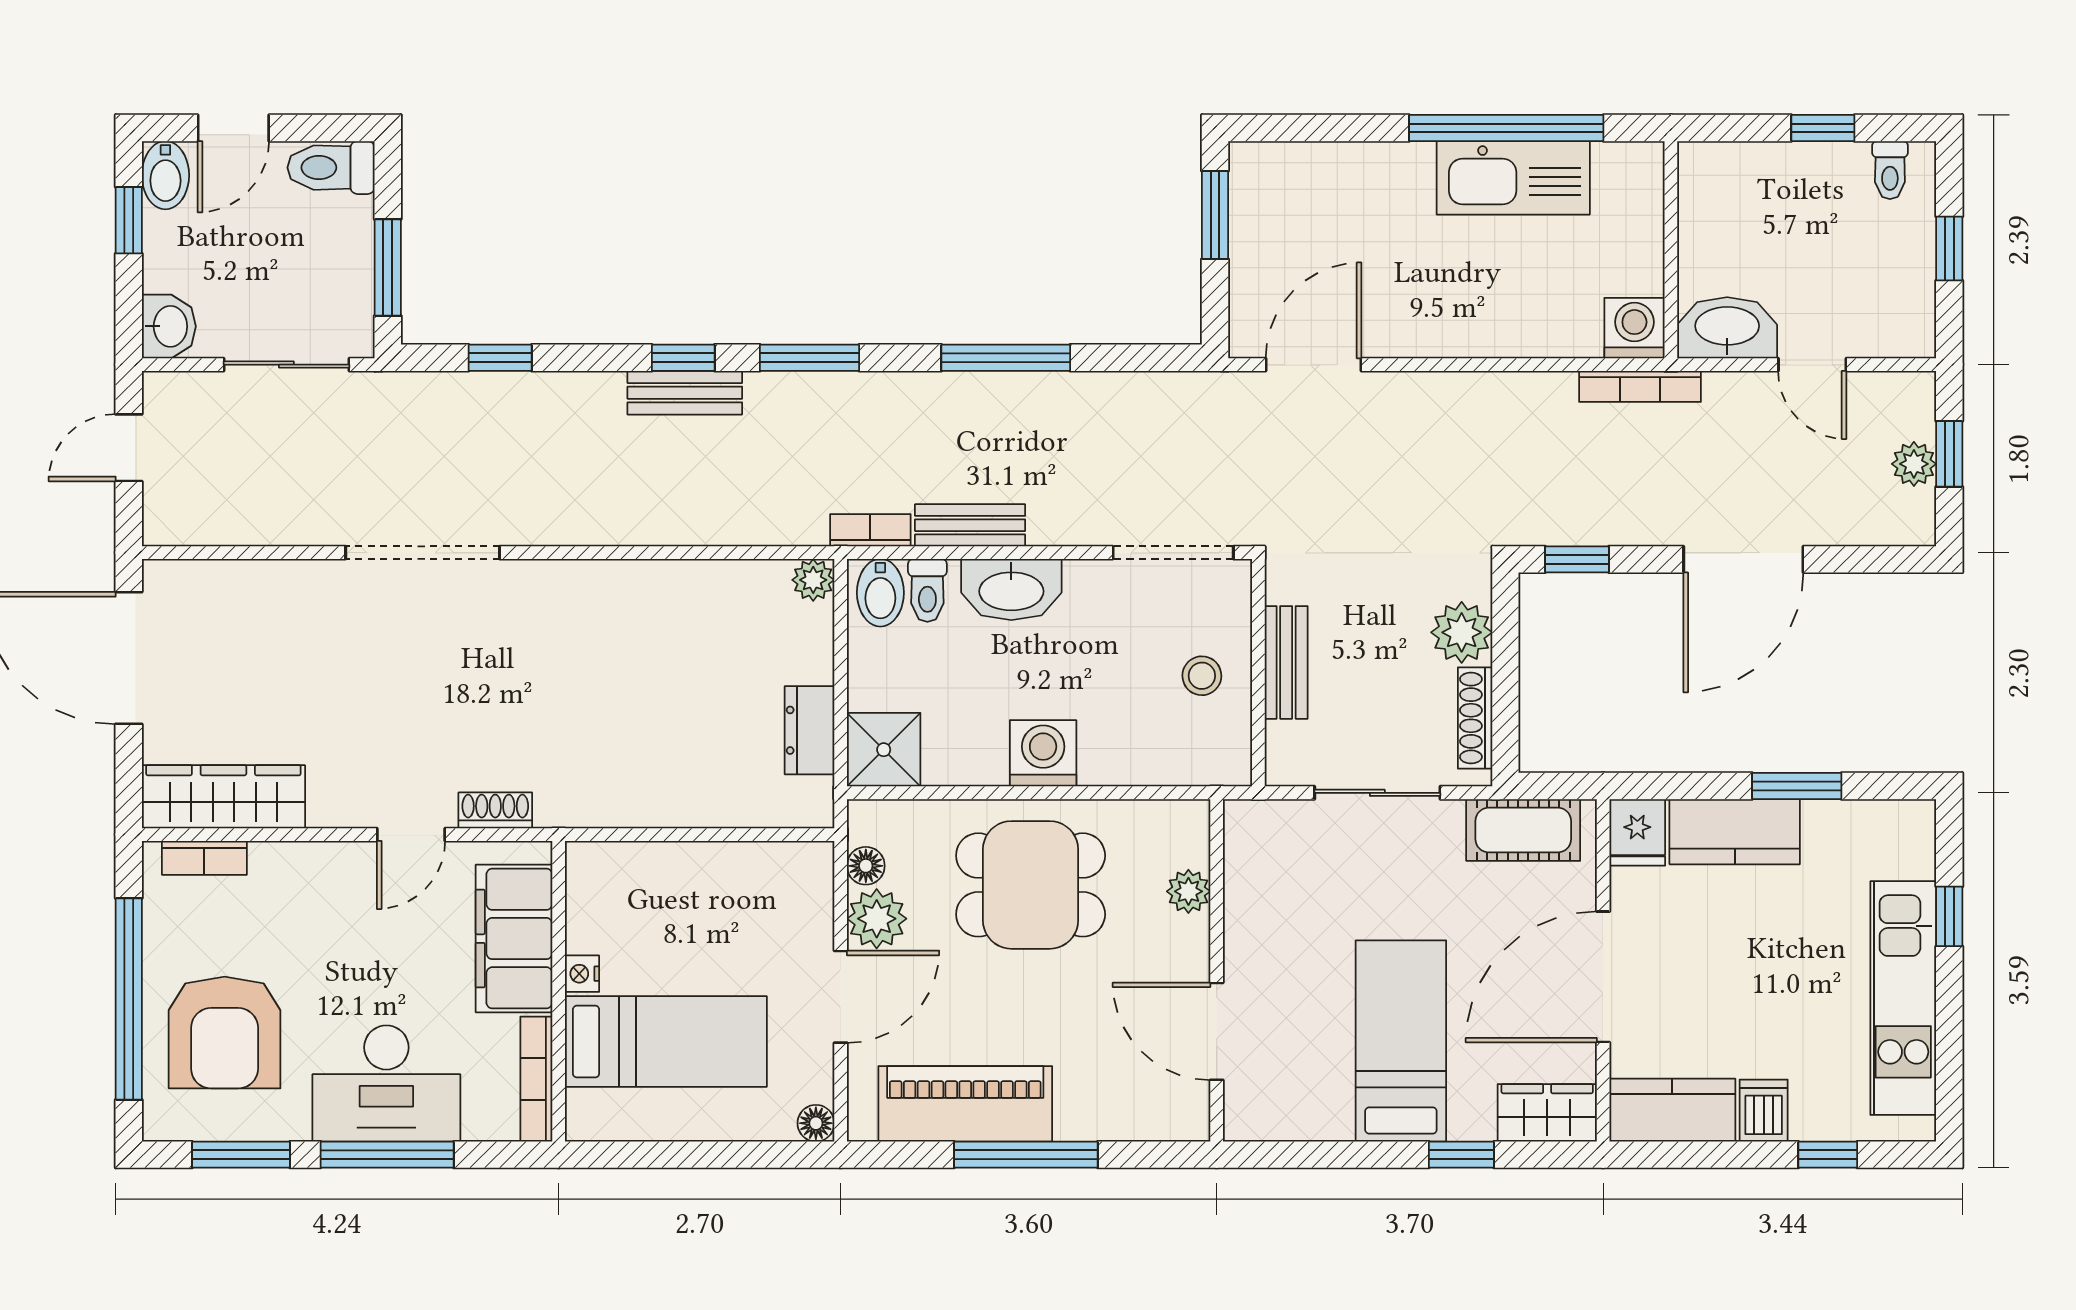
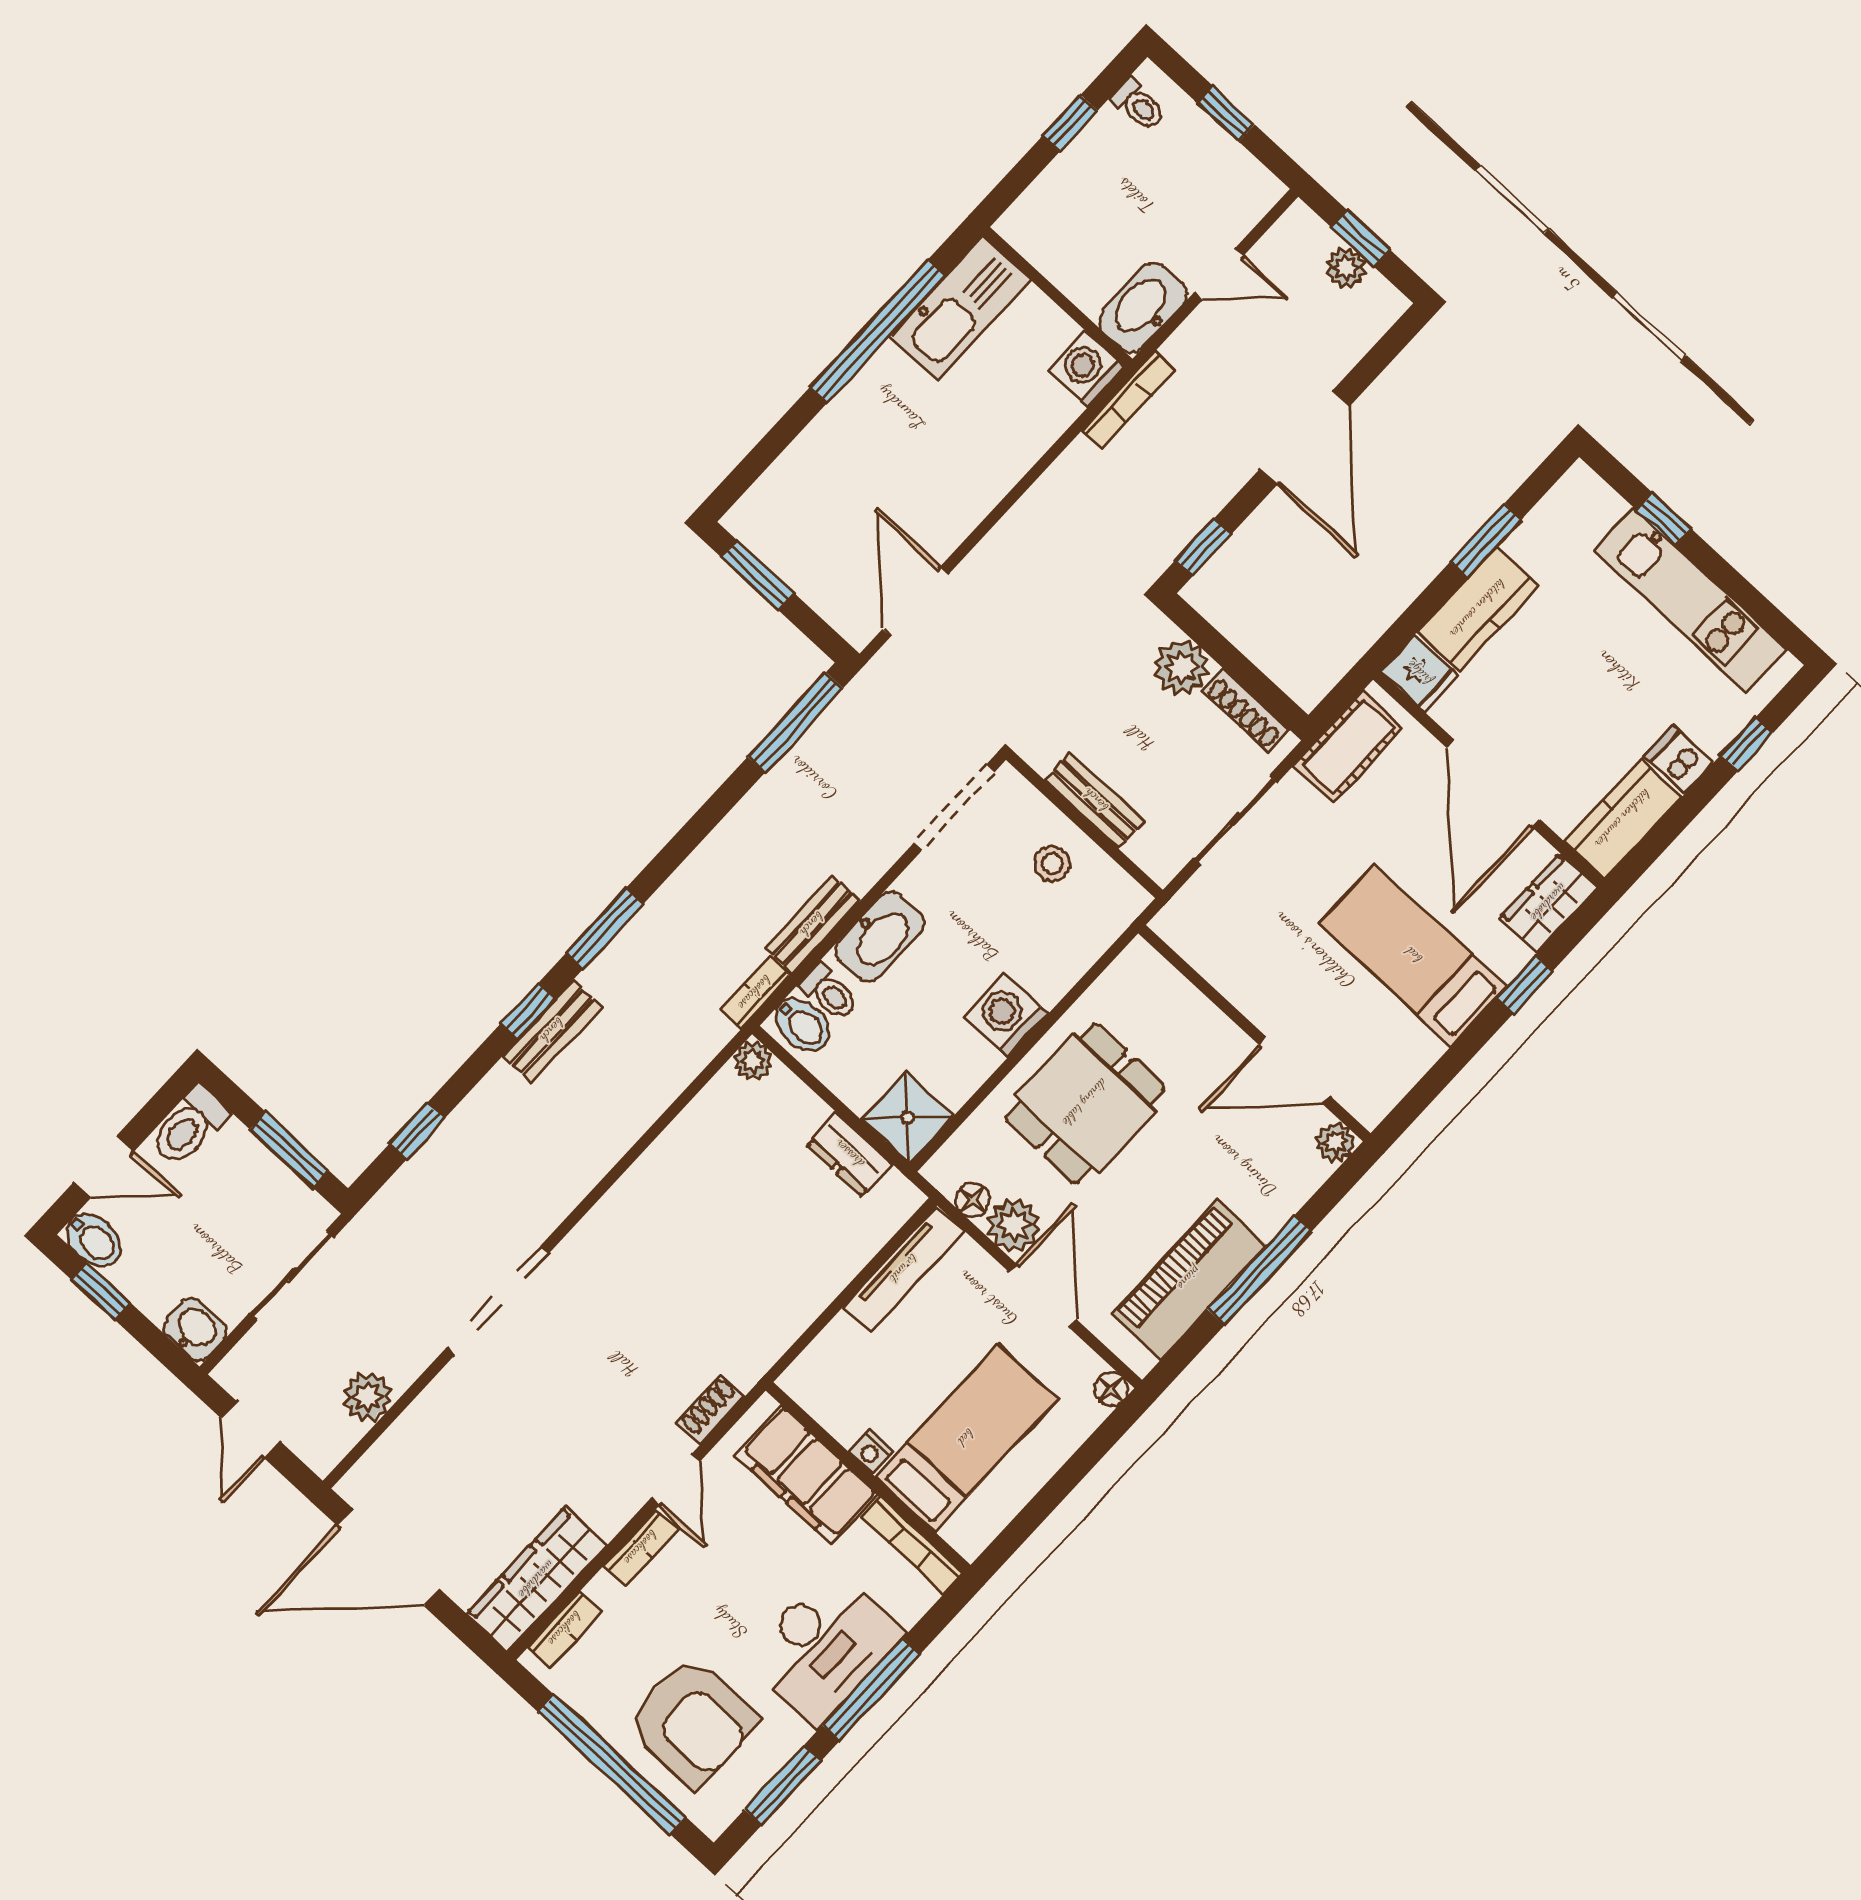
door: (233, 128) -> (104, 1167), hinge flipped
kitchen sink: (1513, 178) -> (960, 308), moved
window: (1006, 358) -> (795, 722), moved
plant: (245, 519) -> (368, 1397), added
bookcase: (328, 858) -> (641, 1548), added
tv unit: (757, 862) -> (904, 1269), added
plant: (1188, 891) -> (1335, 1142), moved

